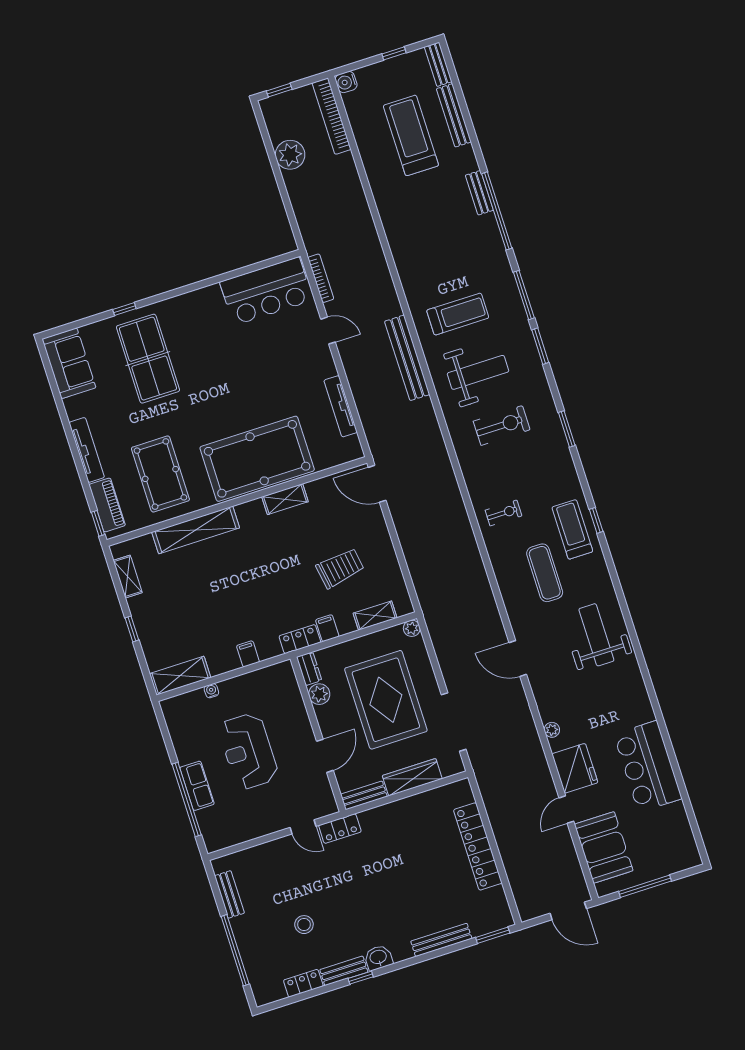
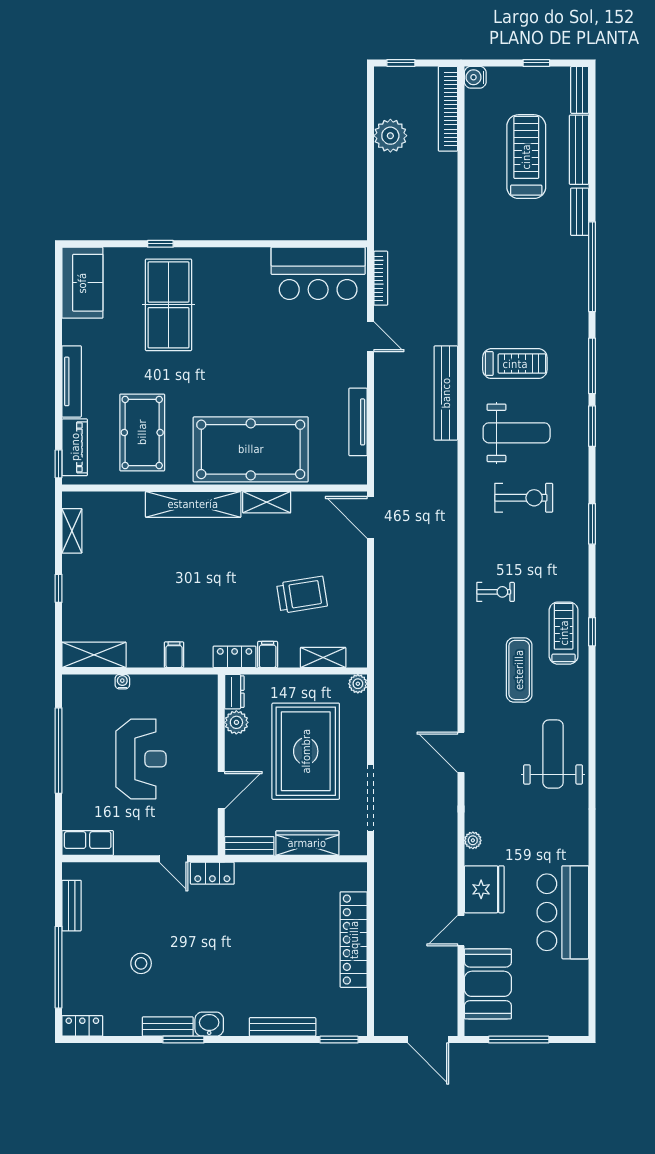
bench: (479, 193) -> (580, 212), moved
shelving: (196, 530) -> (193, 504), moved
reception desk: (248, 751) -> (141, 759), turned 180
row of seats: (197, 786) -> (88, 843), moved, turned -90
window: (187, 800) -> (59, 751), moved
window: (361, 978) -> (183, 1040), width x1.50
locker: (303, 983) -> (82, 1026), moved

